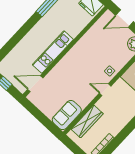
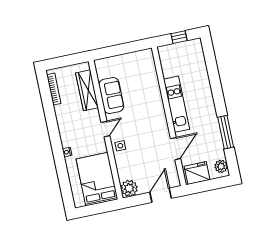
door: (35, 84) -> (176, 149), moved
sofa: (67, 115) -> (111, 95), moved

